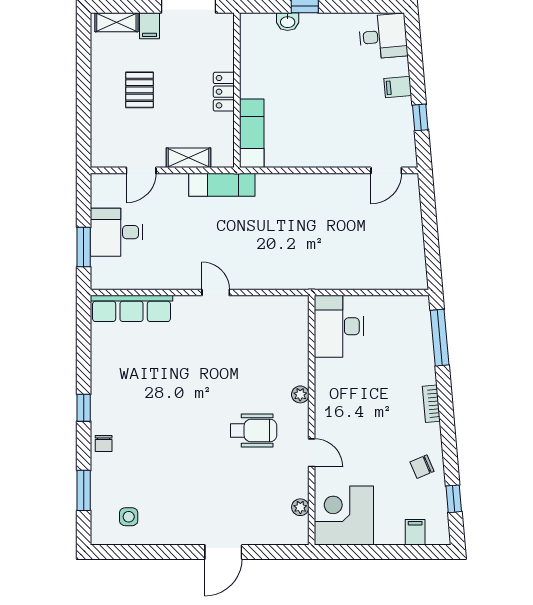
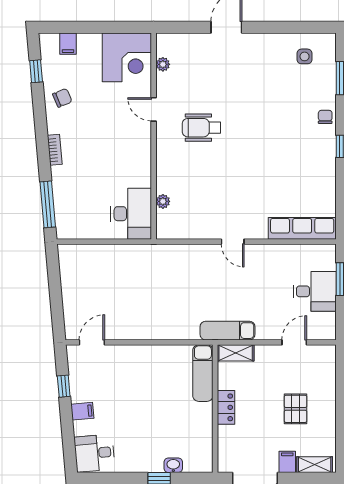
shelving: (189, 158) -> (236, 353), moved
plant: (300, 394) -> (163, 201), moved

